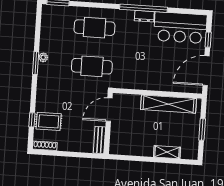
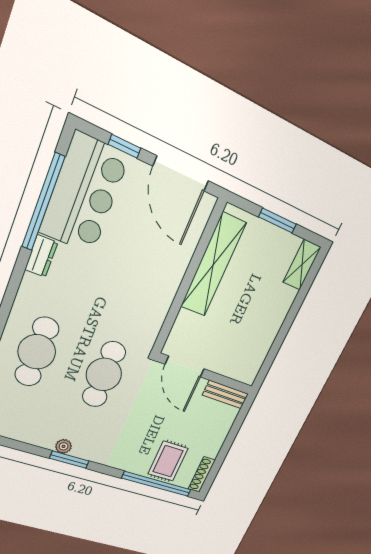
window: (143, 8) -> (43, 202), moved
window: (32, 120) -> (157, 484), width x3.17
shelving: (167, 152) -> (302, 265), moved

